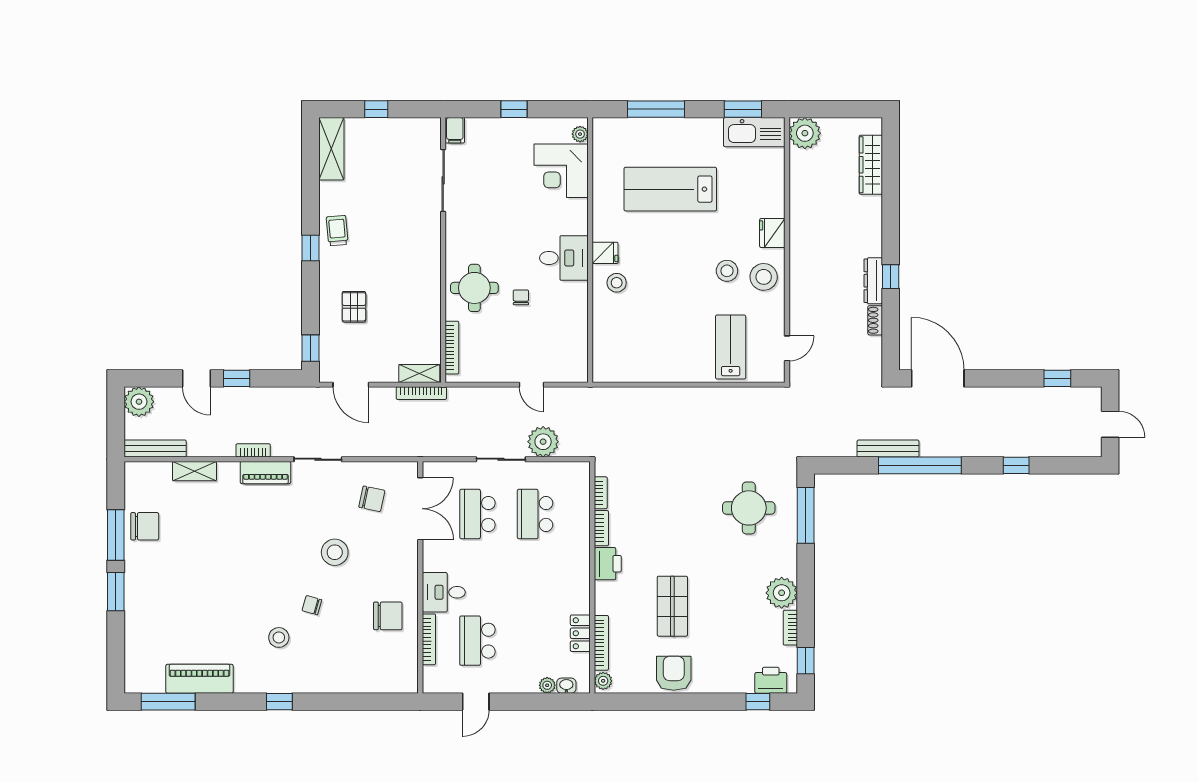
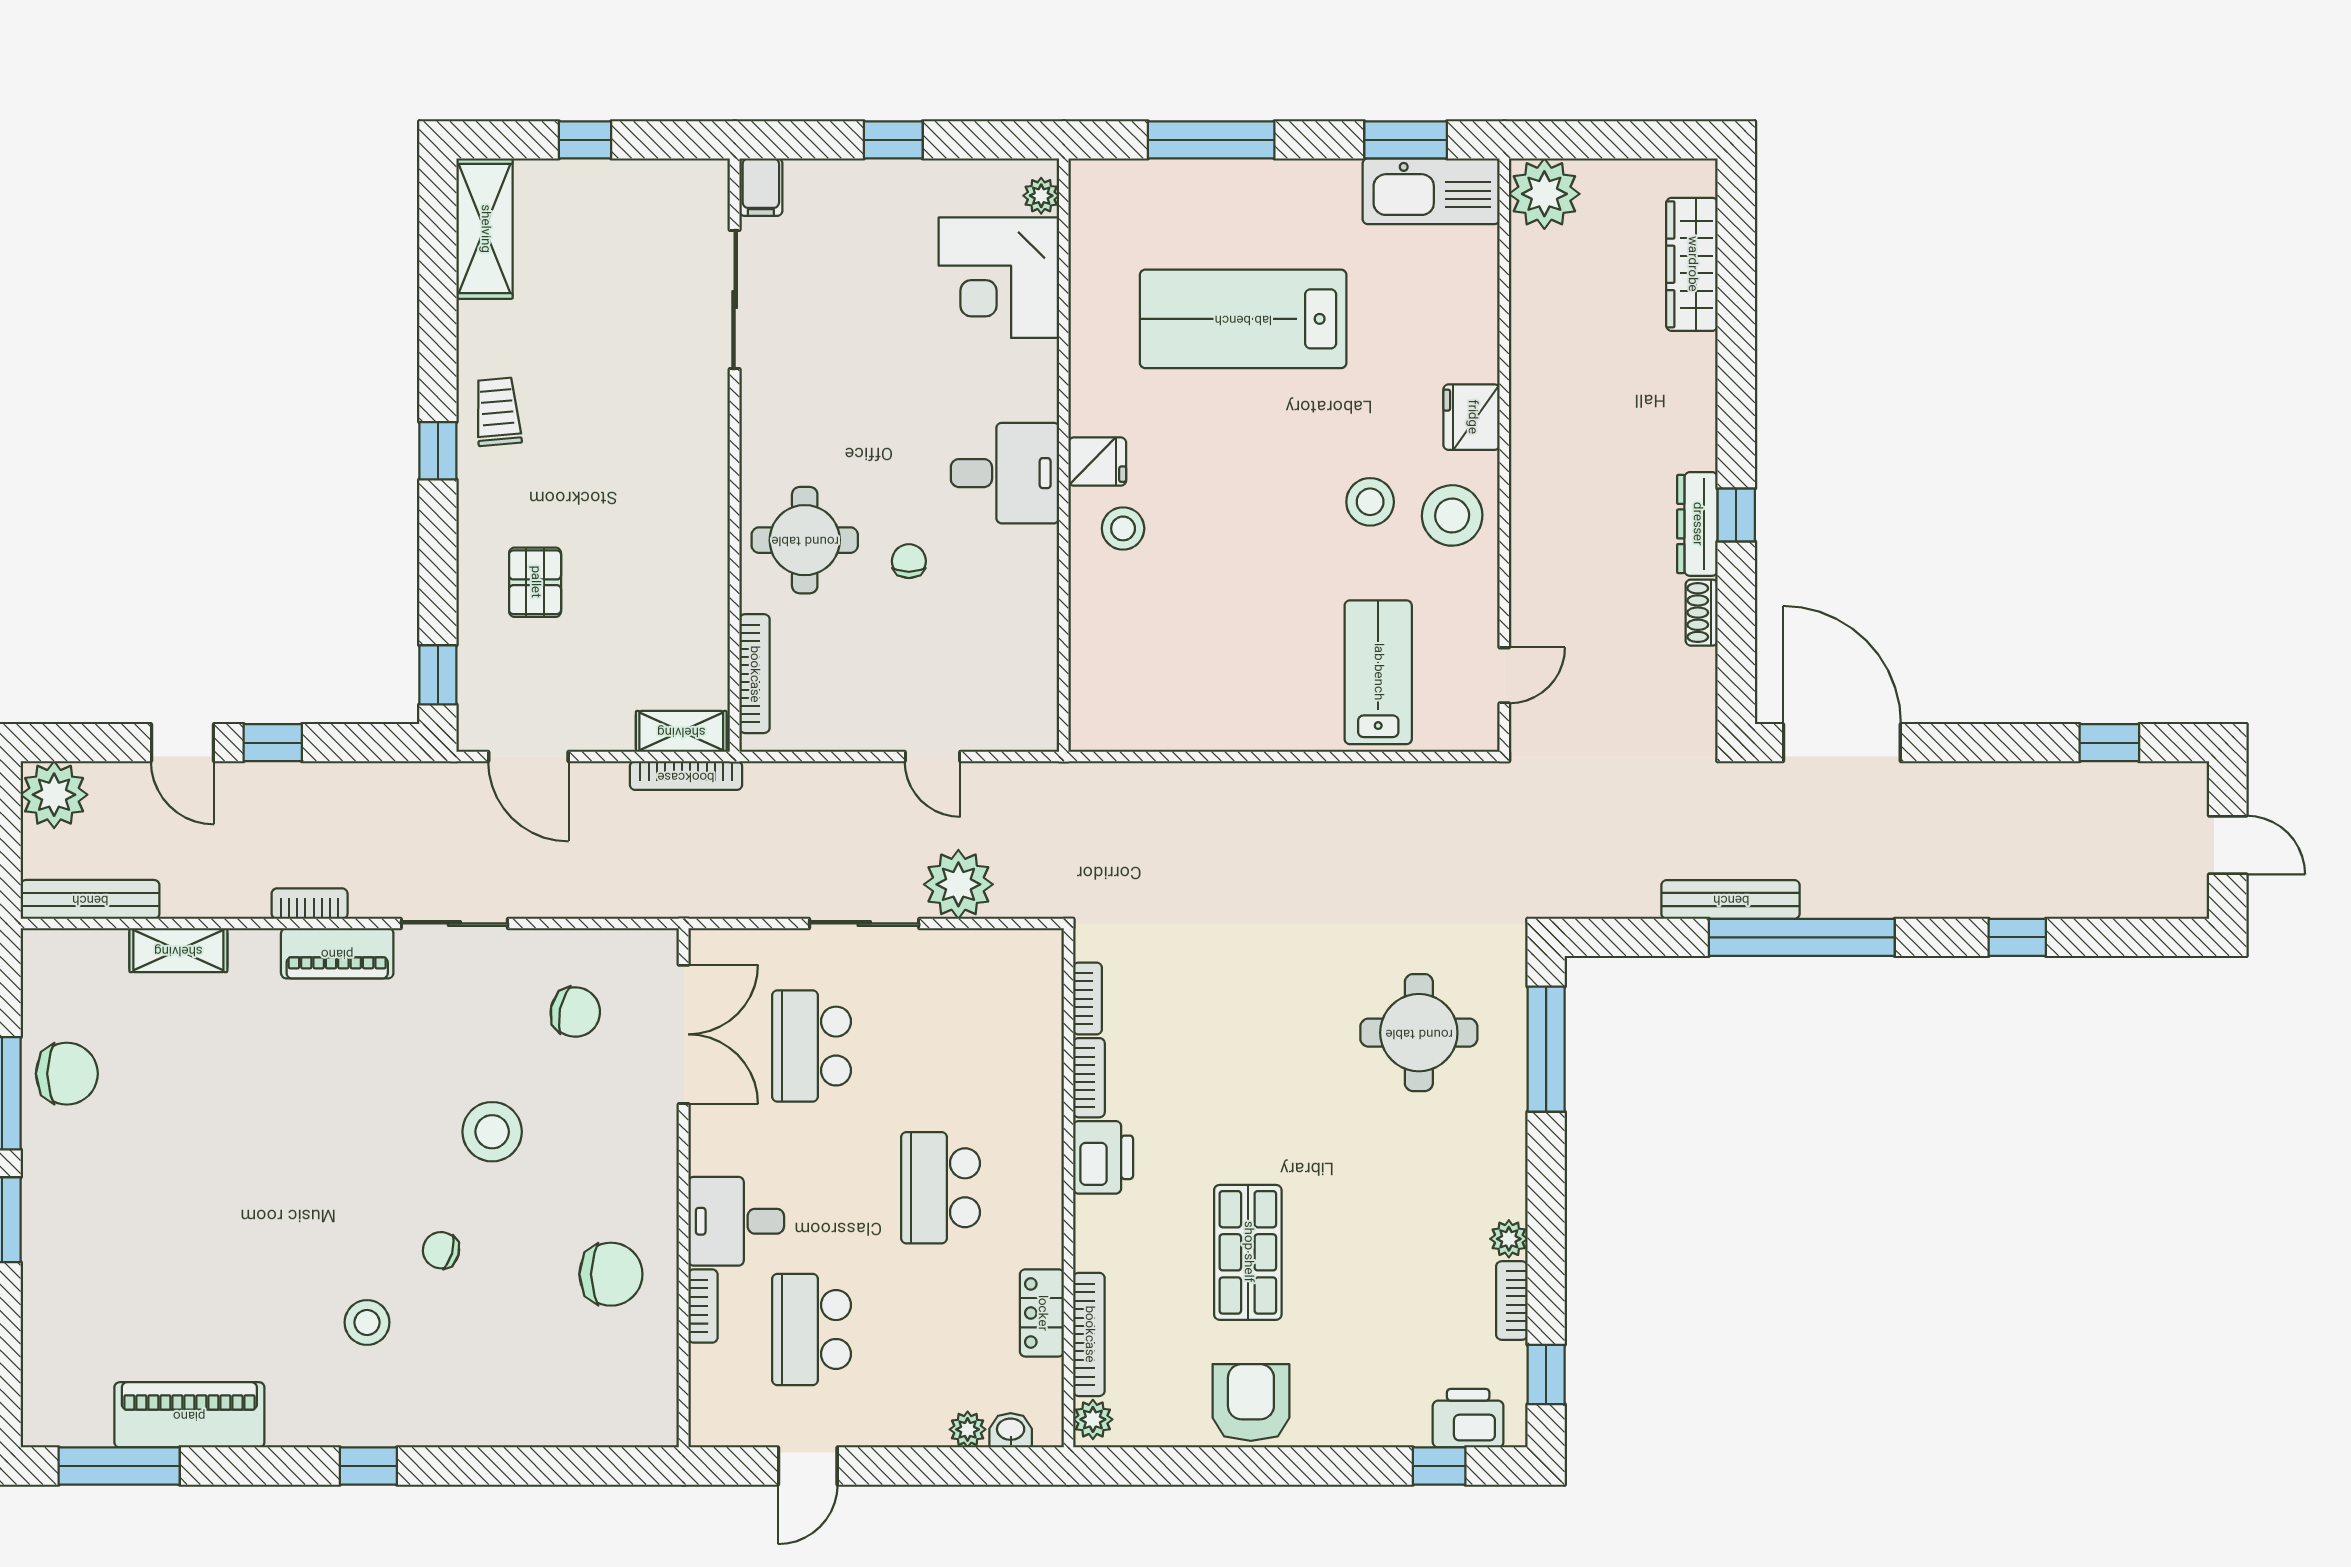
school desk: (535, 514) -> (941, 1188), moved
plant: (782, 593) -> (1509, 1239), width x0.53, depth x0.53
bookcase: (429, 639) -> (703, 1306), width x0.64

